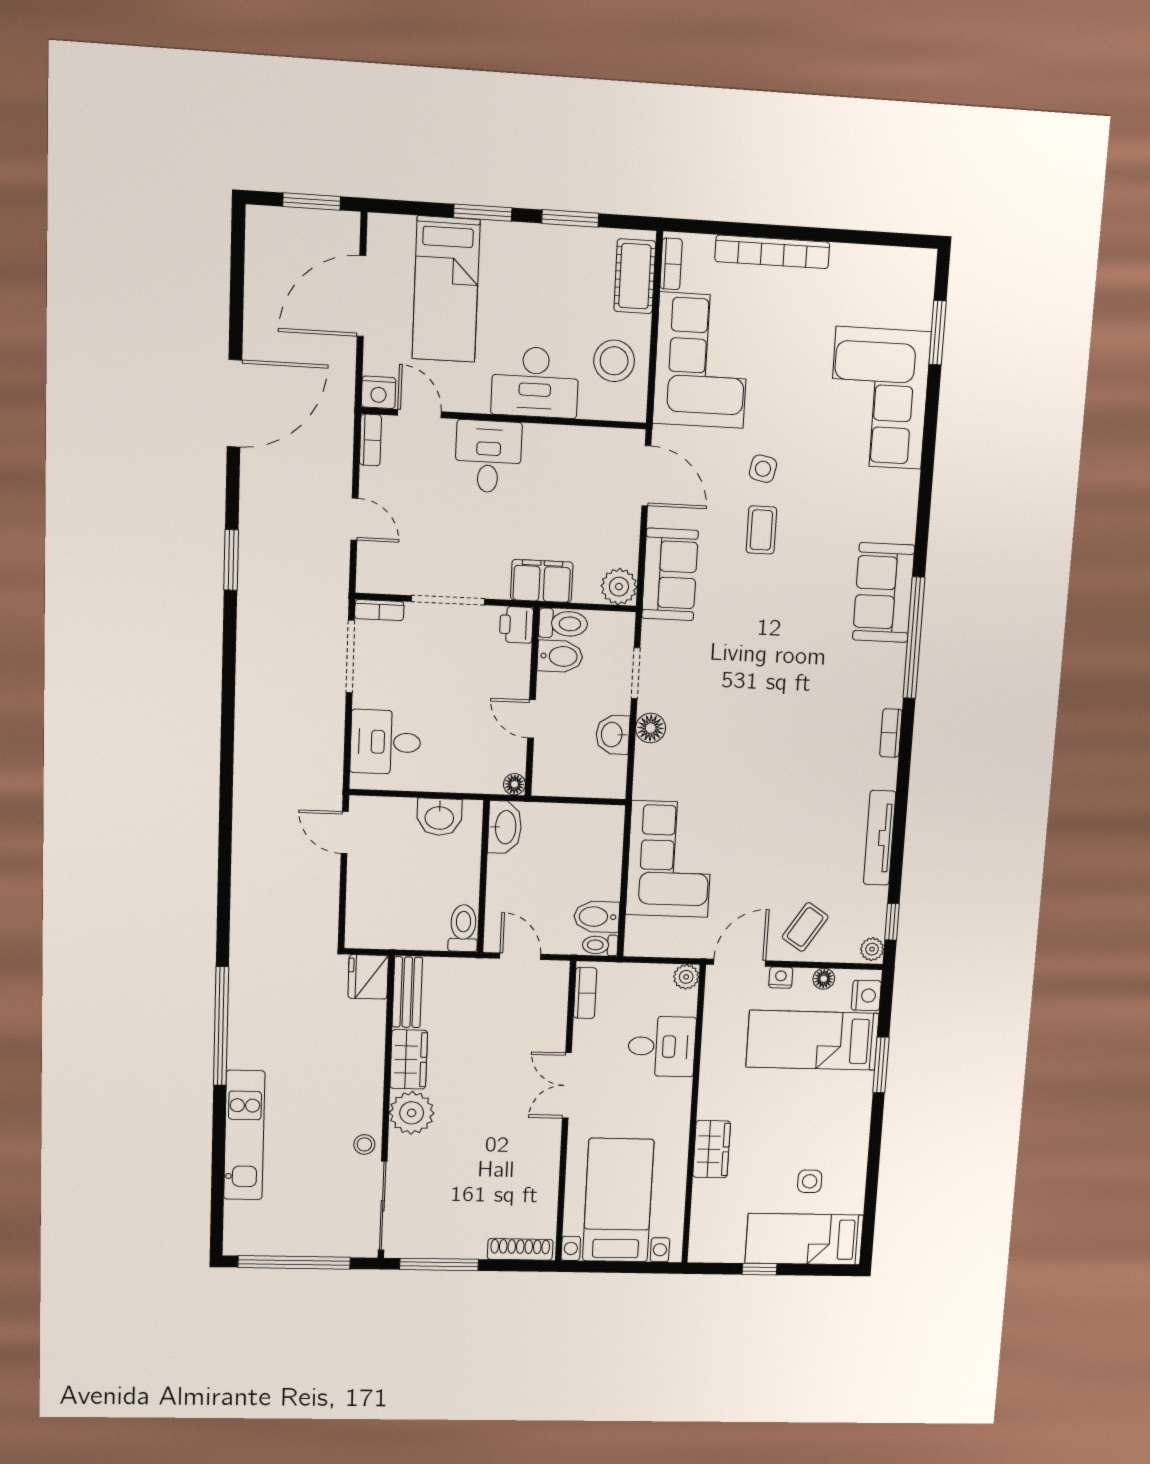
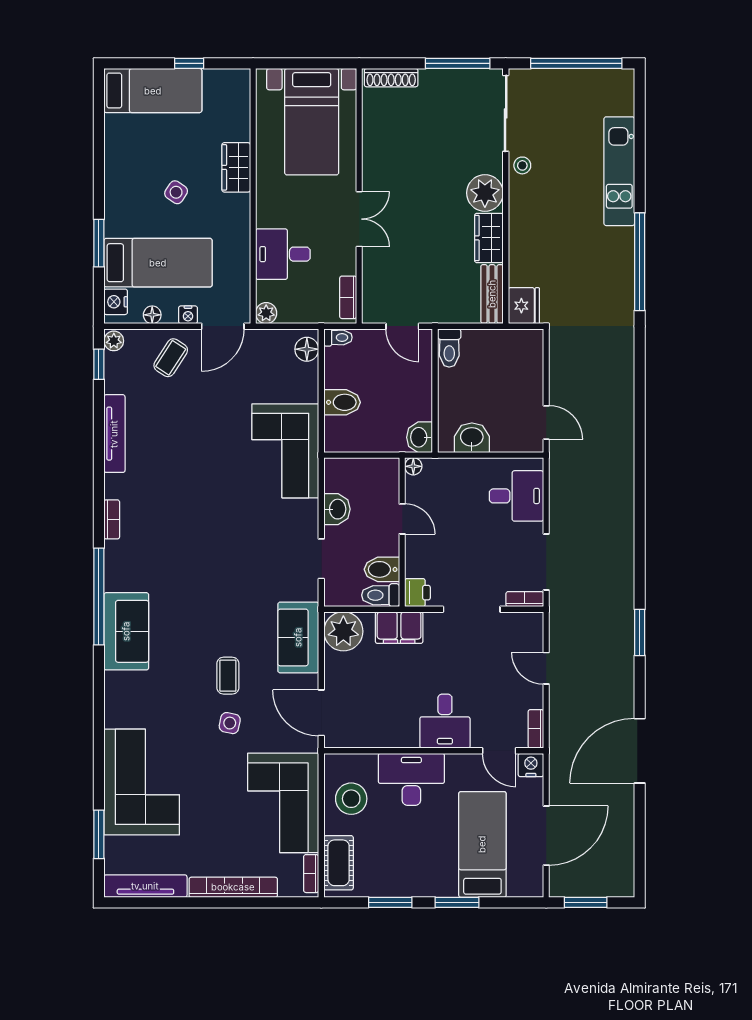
tv unit: (884, 261) -> (145, 886), added
plant: (619, 587) -> (343, 631), width x1.36, depth x1.36
floor lamp: (651, 728) -> (307, 349), moved
washbasin: (505, 827) -> (419, 437), width x0.72
corner sofa: (670, 859) -> (285, 451), moved
bidet: (597, 917) -> (342, 402), moved
side table: (810, 1181) -> (176, 192), moved, turned 34

